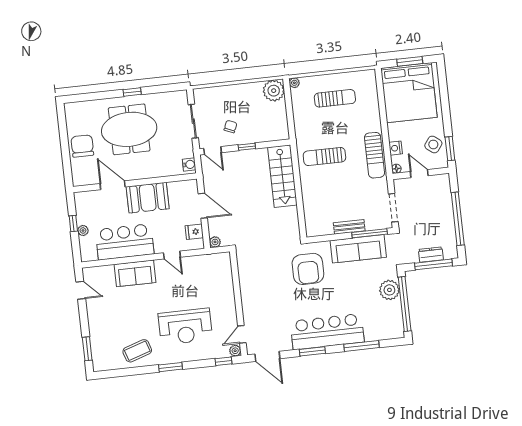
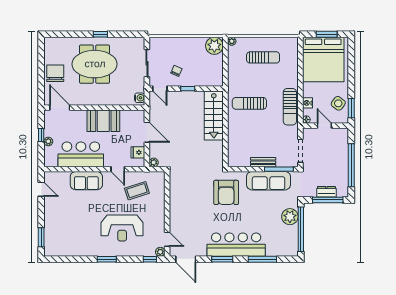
door: (113, 185) -> (60, 108), moved
door: (242, 334) -> (167, 239), swing flipped
coffee table: (137, 351) -> (137, 191), moved

